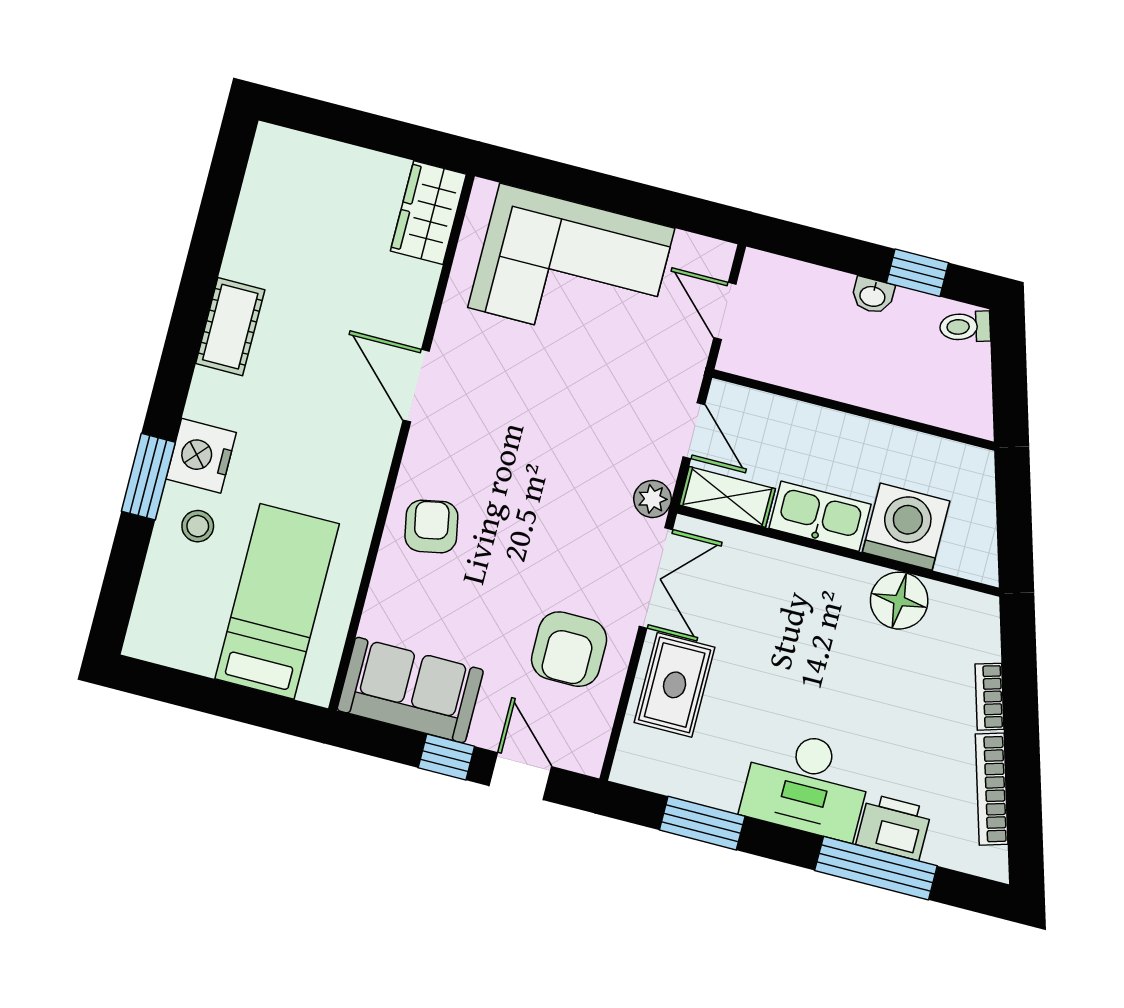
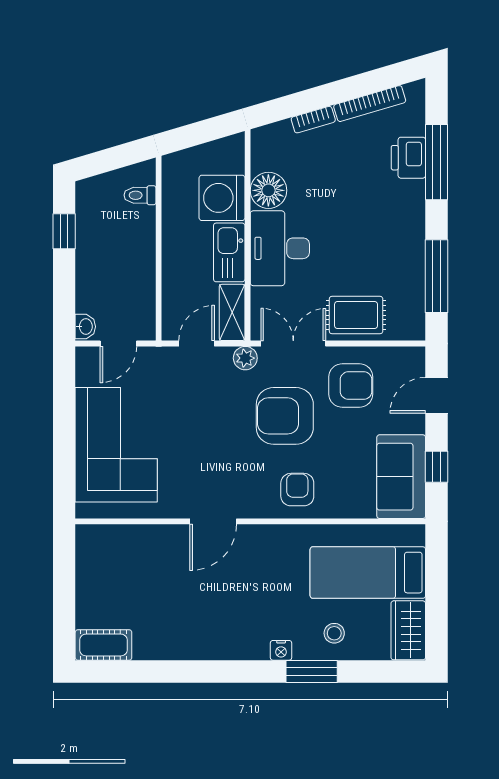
wardrobe: (428, 213) -> (408, 630), moved, turned 90
washbasin: (873, 296) -> (85, 327), moved
cot: (230, 327) -> (103, 645), moved
toilet: (965, 327) -> (140, 195), moved, turned 106
nightstand: (201, 456) -> (281, 650), width x0.53, depth x0.56
armchair: (431, 526) -> (297, 490), turned 101
armchair: (549, 536) -> (285, 416), added
window: (446, 757) -> (437, 467), moved
desk: (807, 784) -> (280, 248), moved, turned 180
window: (702, 823) -> (437, 276), width x1.44

